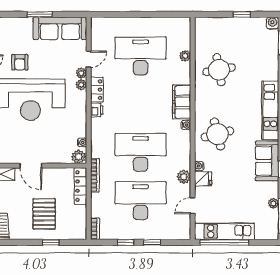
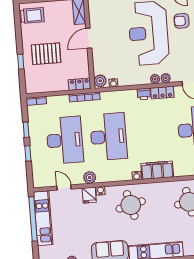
plant: (81, 73) -> (155, 79), moved
locker: (80, 186) -> (80, 84), width x0.66

